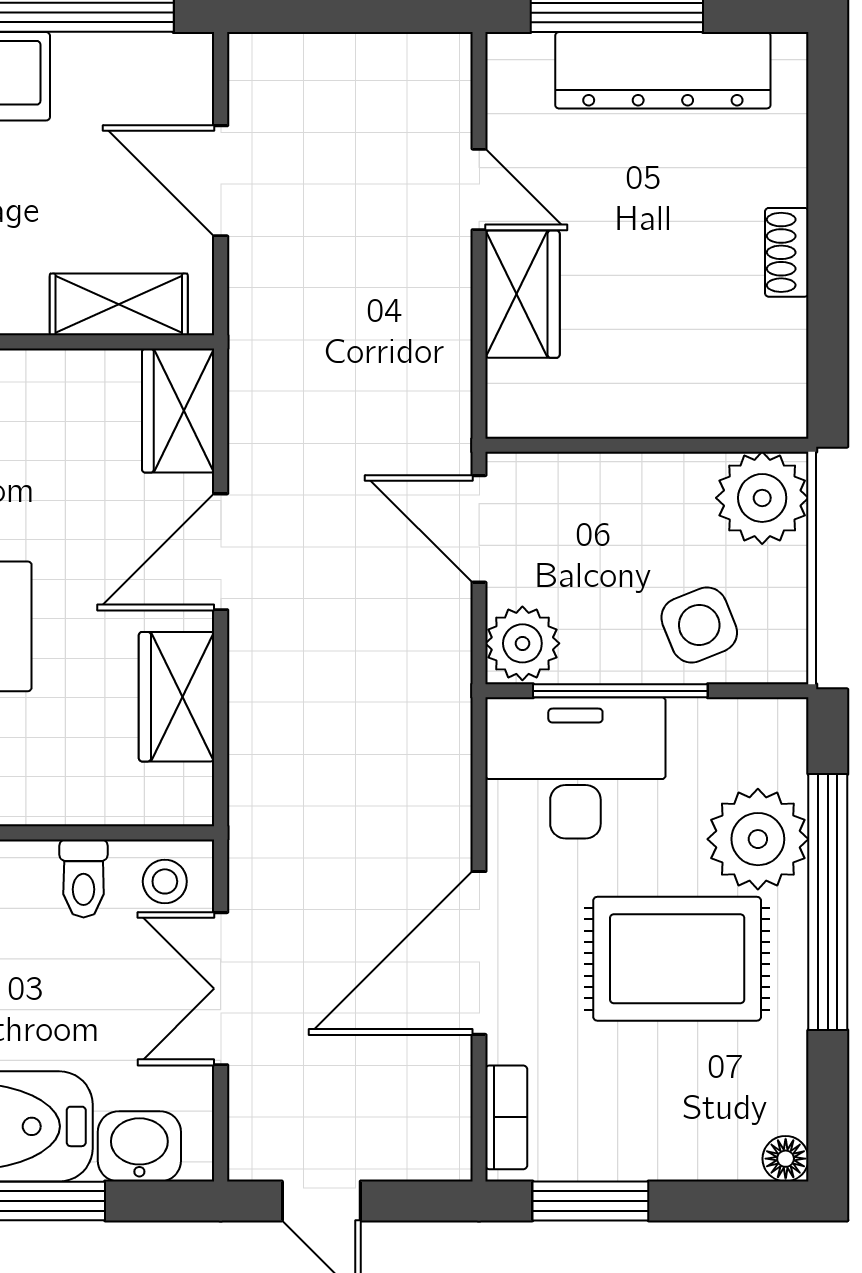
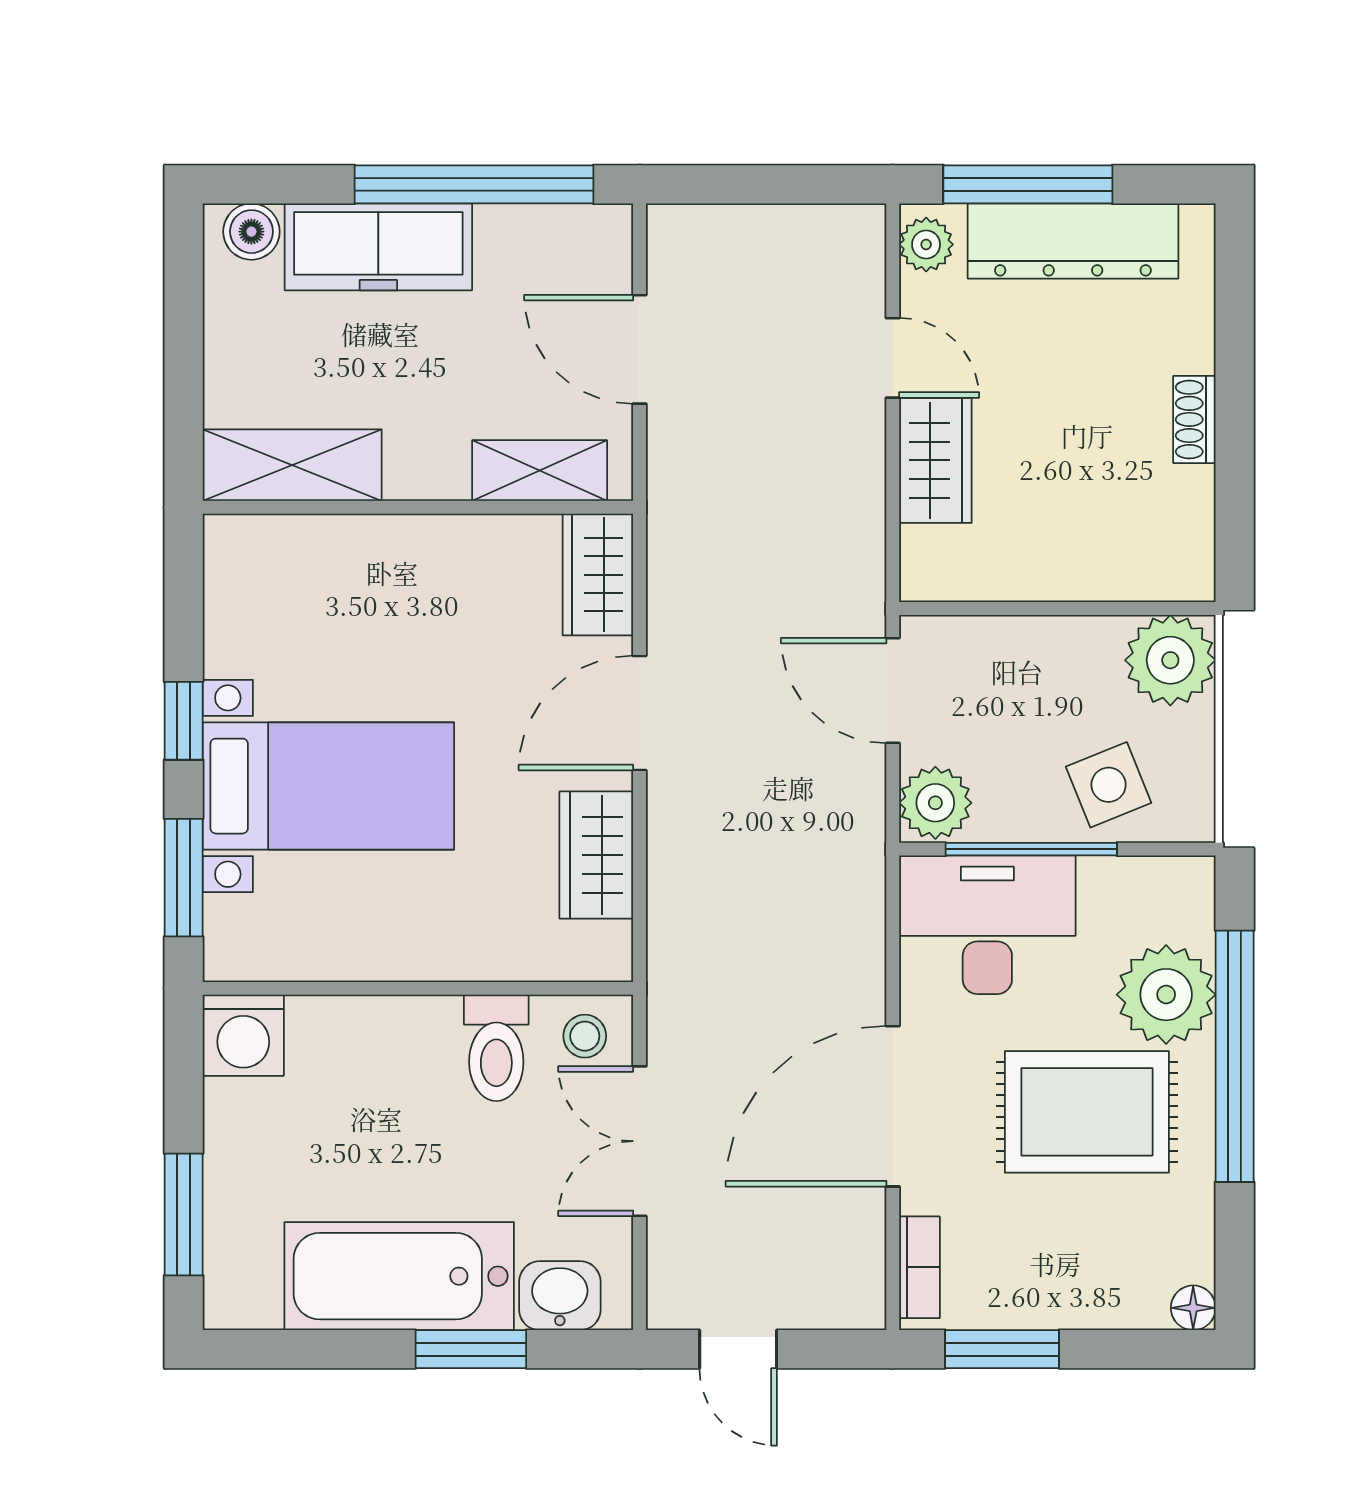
plant: (513, 74) -> (926, 244), added
toilet: (84, 878) -> (496, 1048), width x1.37, depth x1.39

